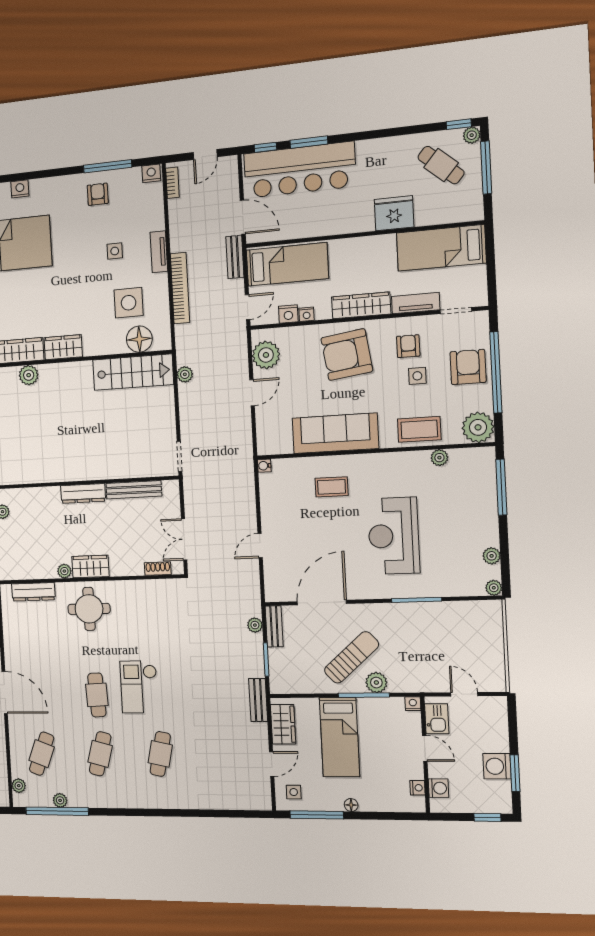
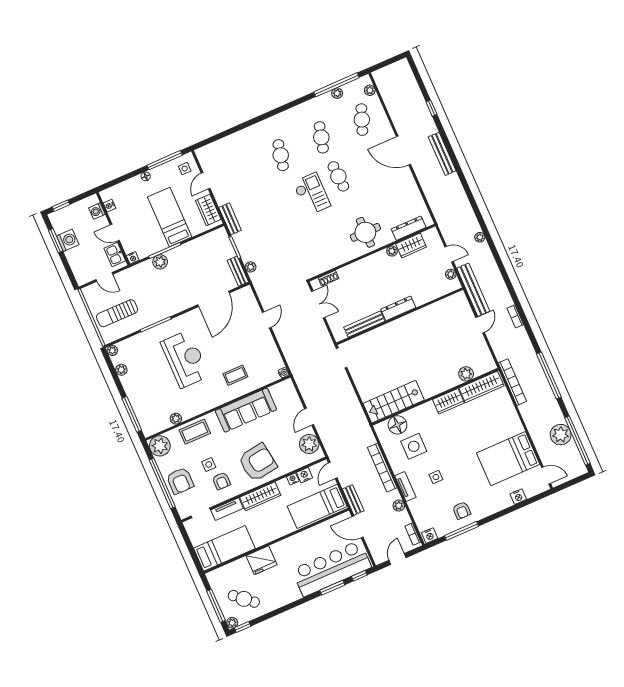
plant: (185, 374) -> (399, 506), moved
wardrobe: (90, 567) -> (411, 245), moved
sun lounger: (352, 657) -> (117, 313), moved, turned 42

